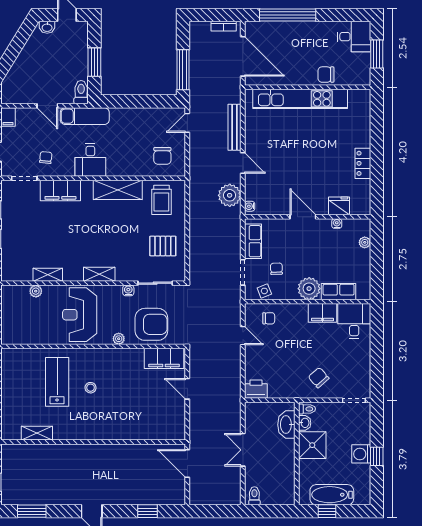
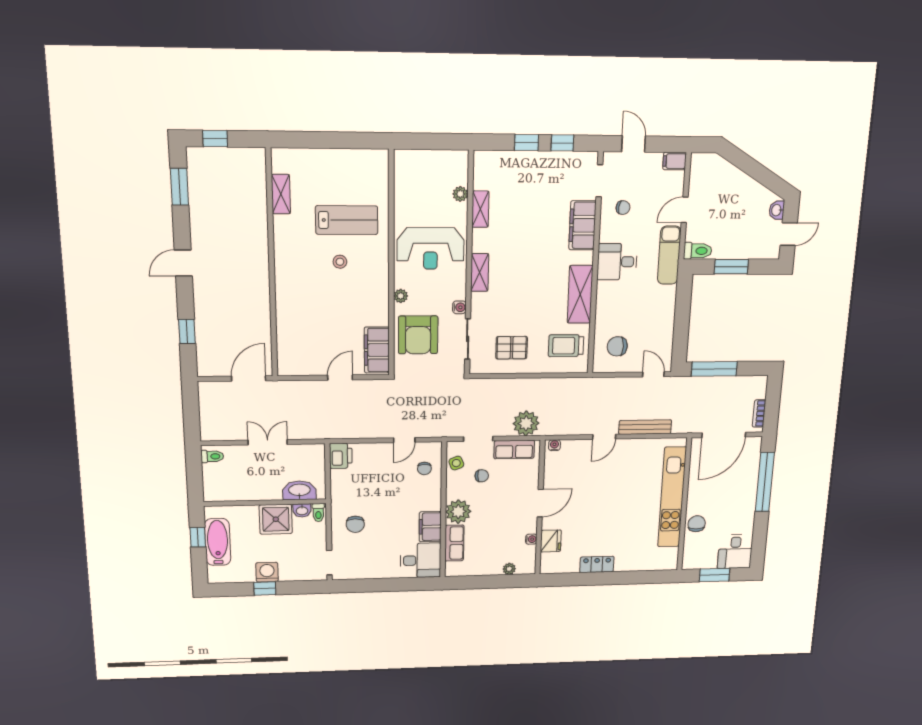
plant: (230, 195) -> (526, 423), moved
pallet: (163, 246) -> (512, 348), turned 90
reception desk: (80, 315) -> (430, 248), turned 180
chair: (319, 378) -> (355, 524), turned 131

